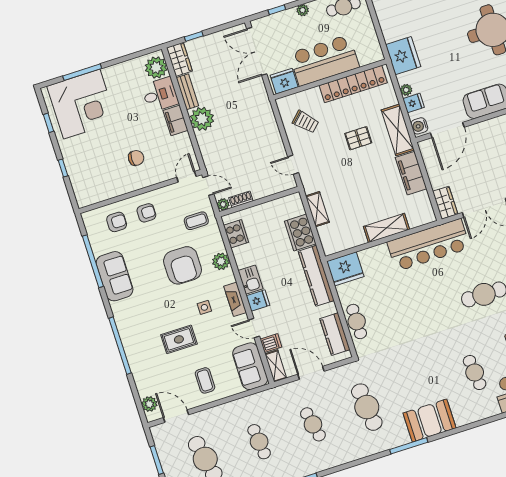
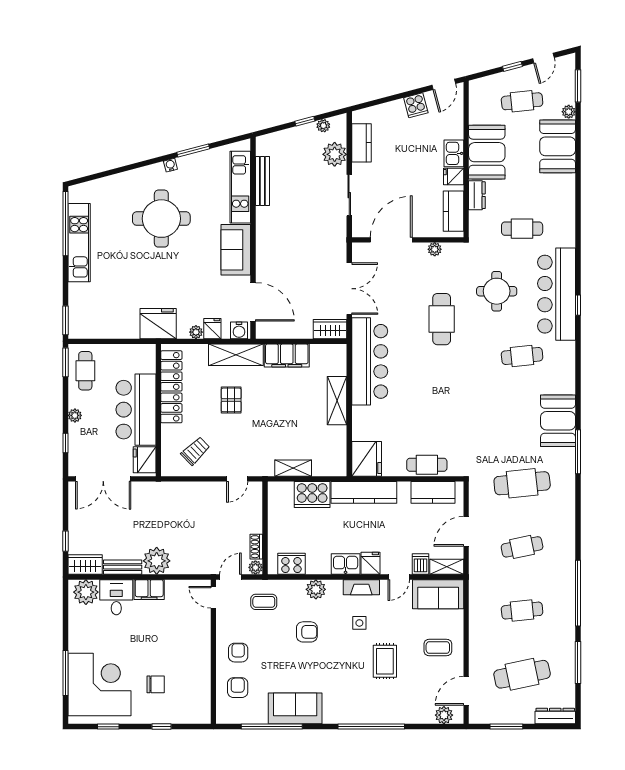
chair: (136, 158) -> (156, 684), moved, turned 90
coffee table: (196, 221) -> (264, 602), turned 90
armchair: (183, 265) -> (307, 632), width x0.53, depth x0.53

